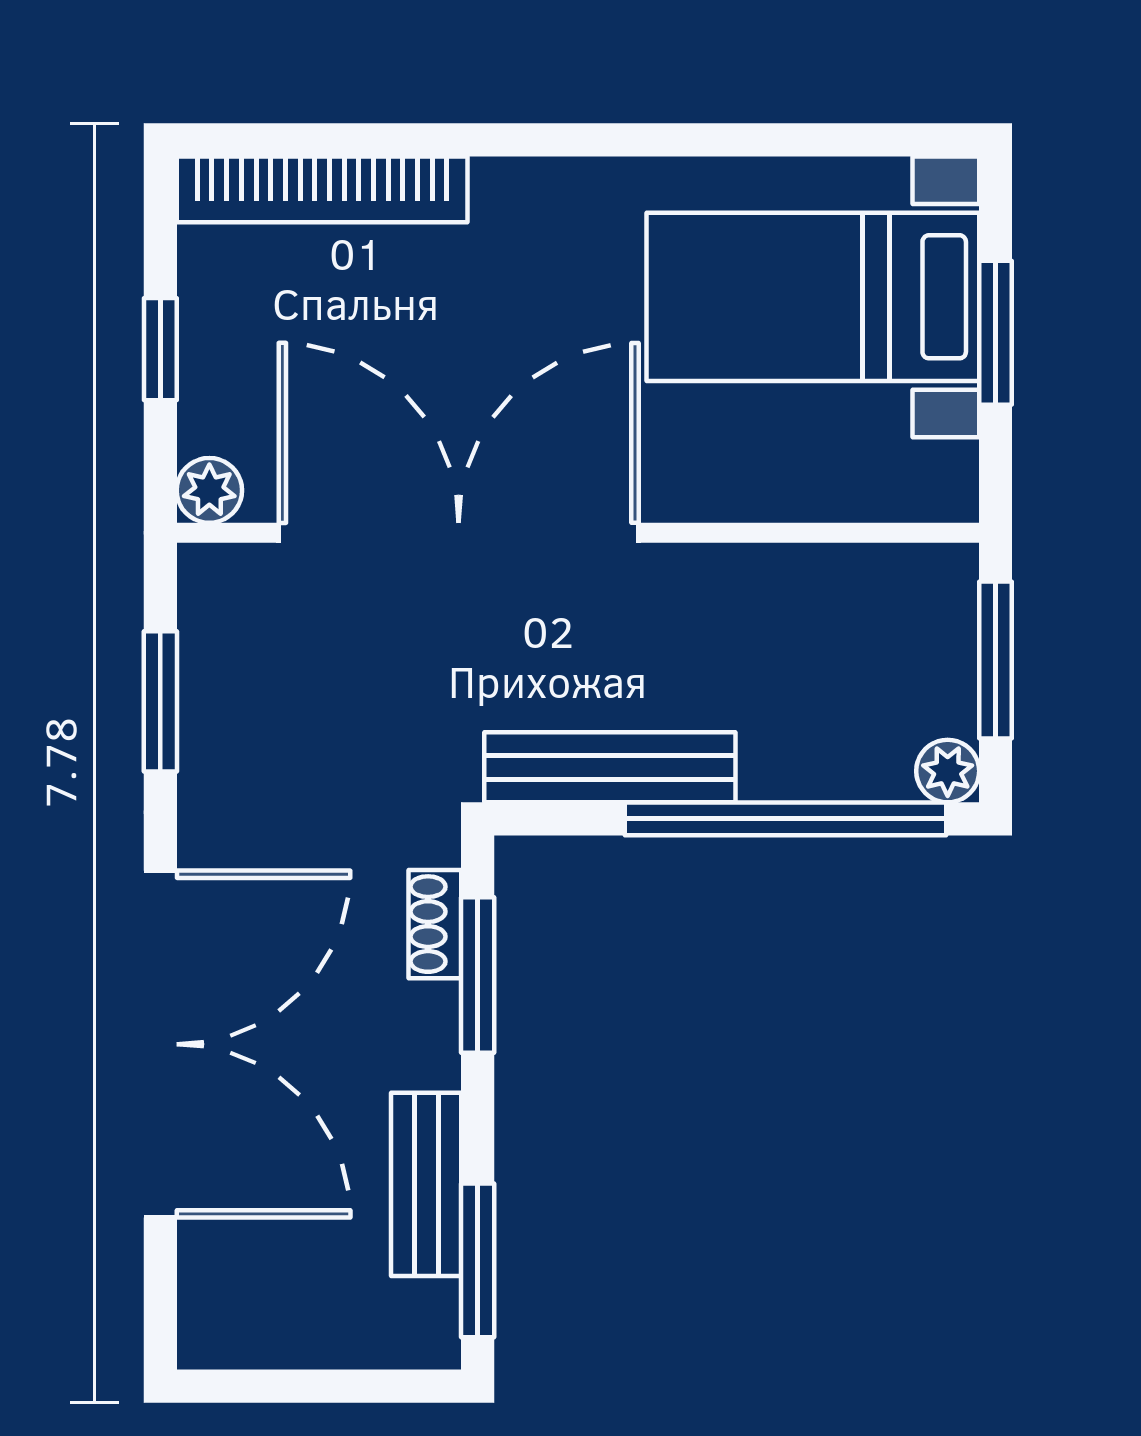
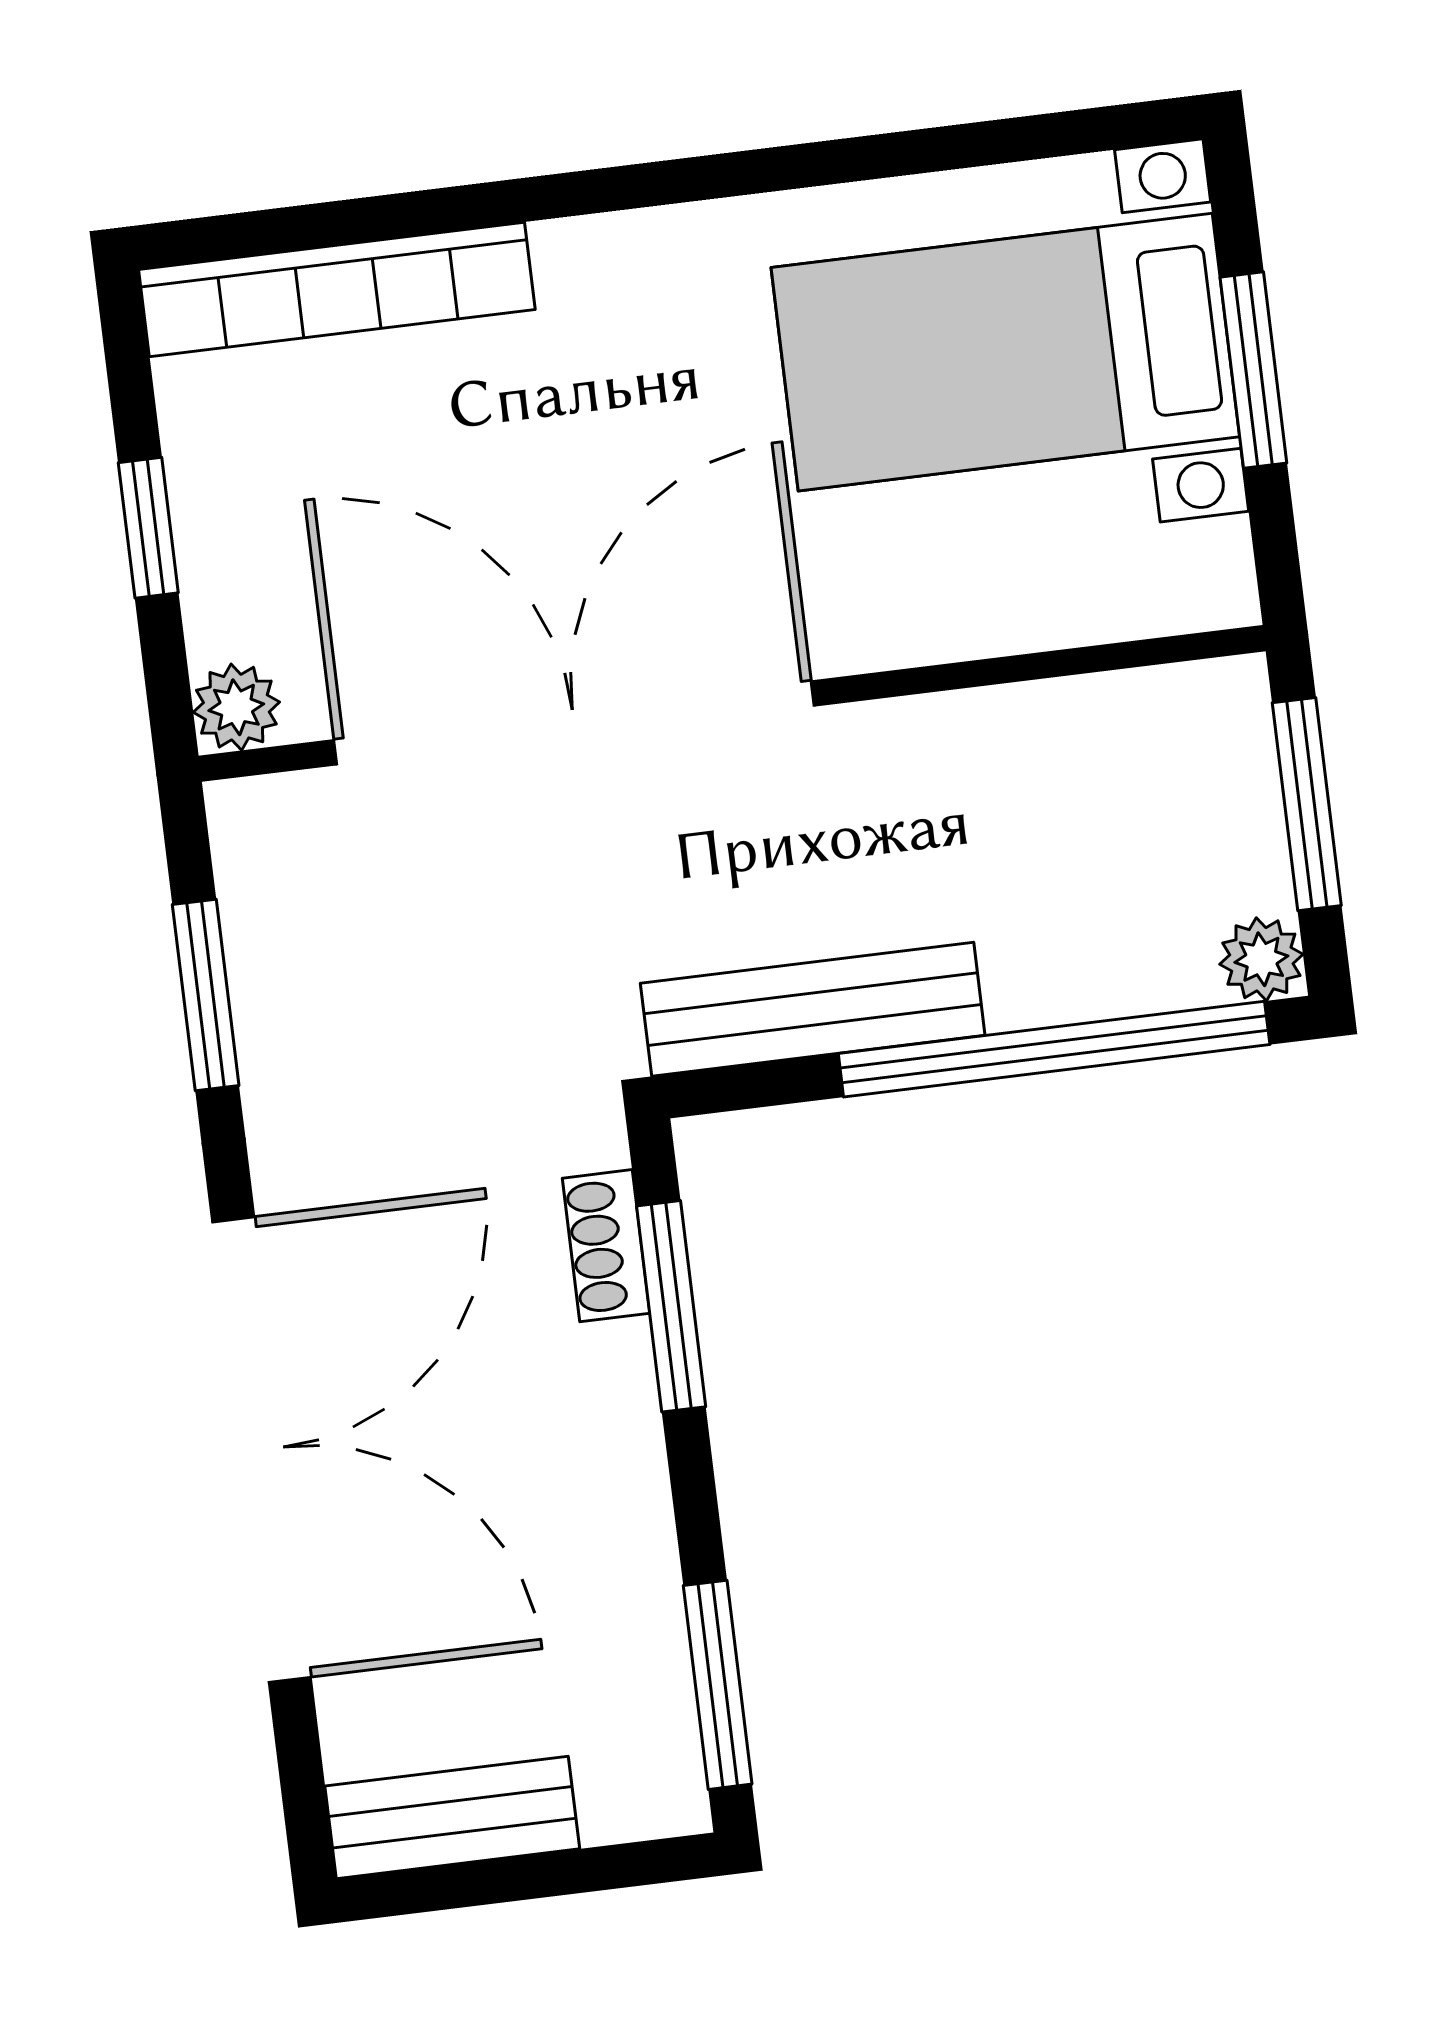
bench: (426, 1184) -> (452, 1817), moved, turned 90

